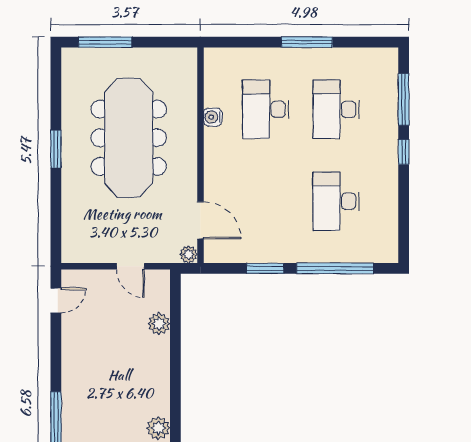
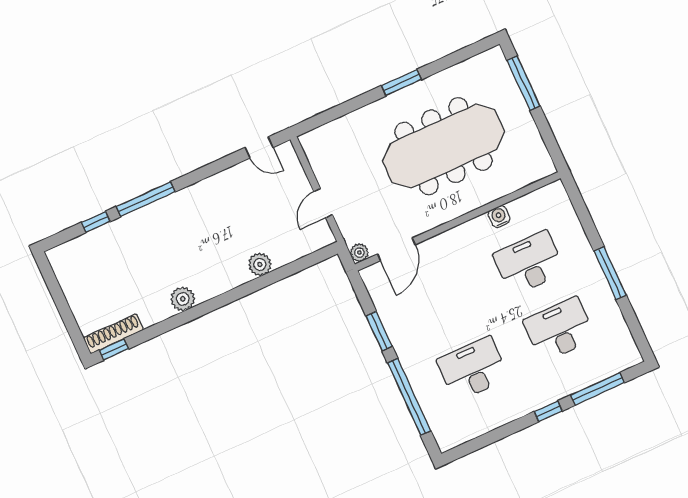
plant: (159, 324) -> (260, 264), moved

